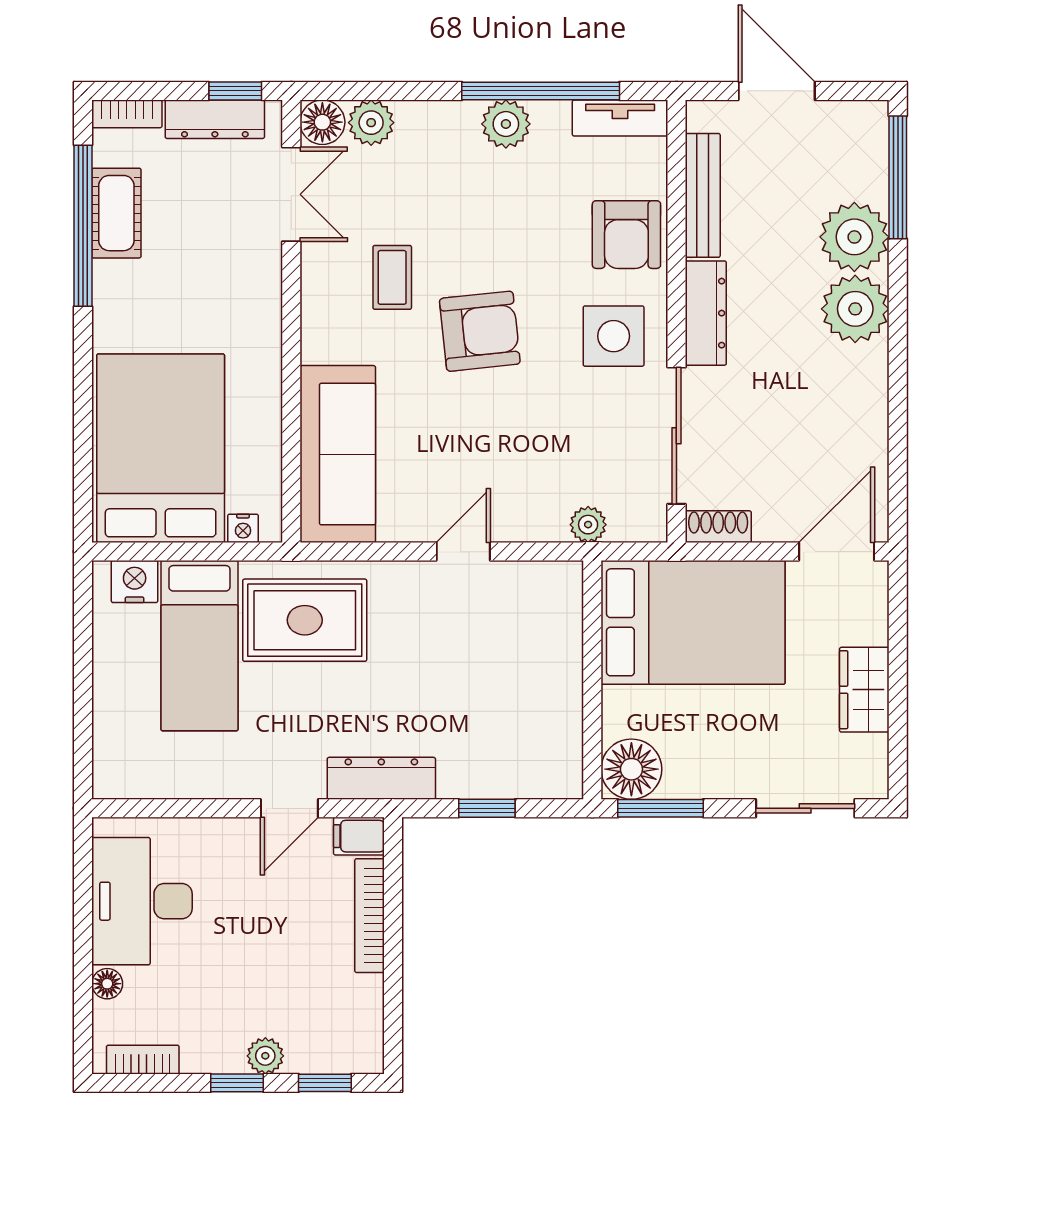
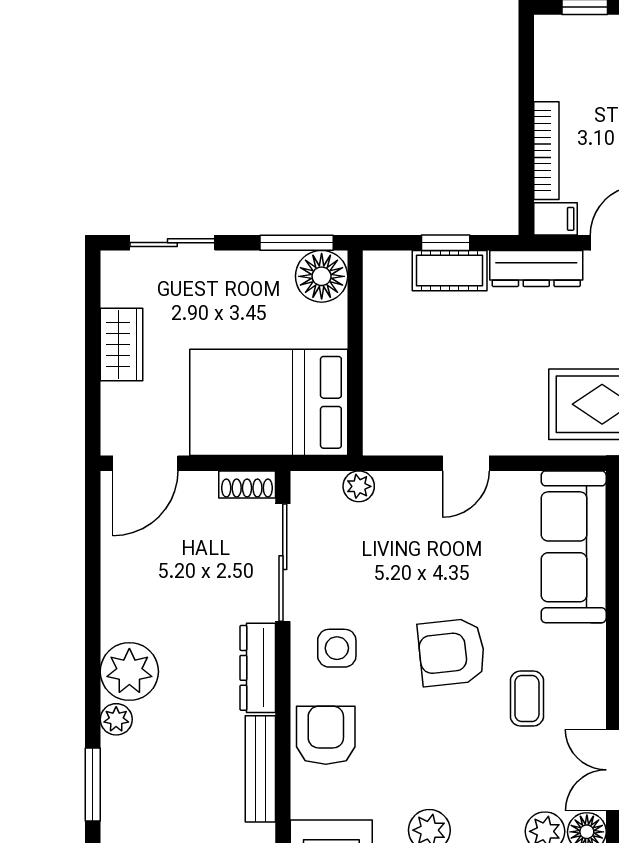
window: (898, 177) -> (93, 784), width x0.69
plant: (854, 237) -> (116, 719), width x0.53, depth x0.53
side table: (614, 336) -> (337, 648), width x0.73, depth x0.73
cot: (482, 776) -> (450, 271), added

